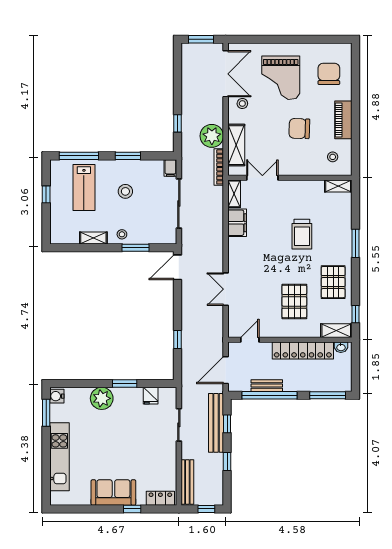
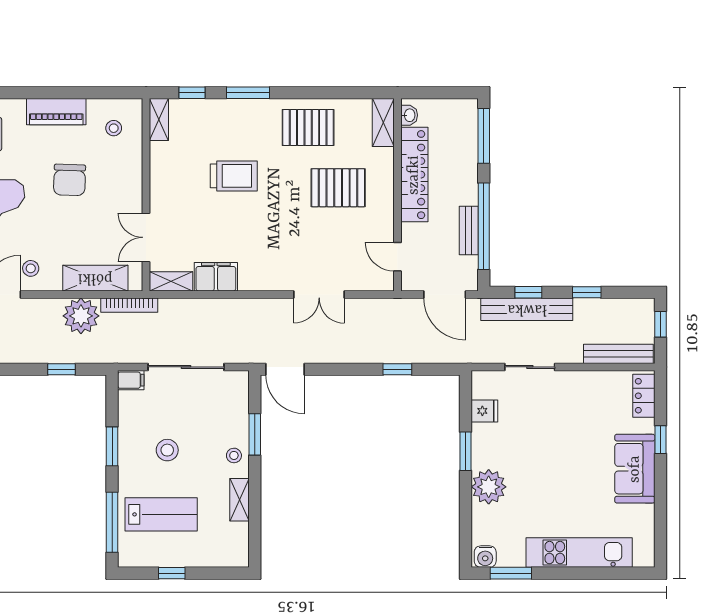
window: (355, 314) -> (192, 93), moved

